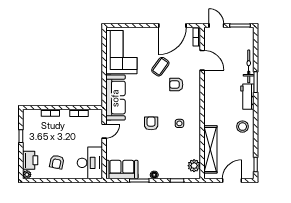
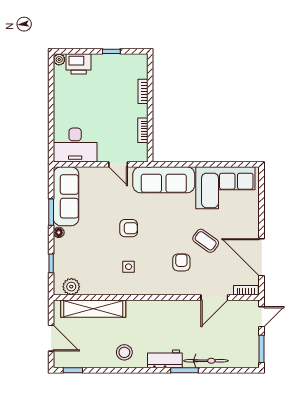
armchair: (57, 162) -> (76, 100), removed
sofa: (122, 170) -> (66, 196), width x1.36

